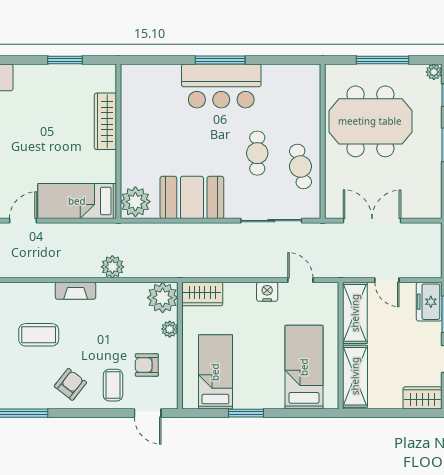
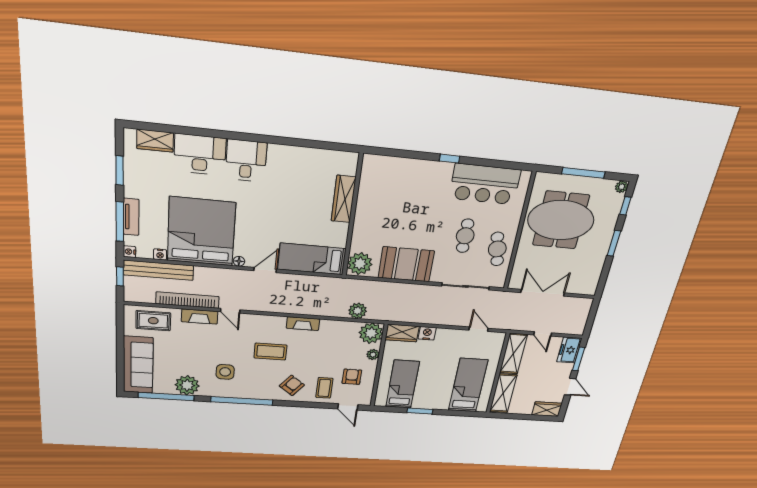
window: (65, 60) -> (314, 144), removed
window: (220, 60) -> (449, 159), width x0.46
bar counter: (221, 86) -> (485, 184), moved
plant: (112, 267) -> (358, 311), moved
nightstand: (267, 292) -> (427, 333), moved
armchair: (147, 365) -> (352, 377), turned 90

